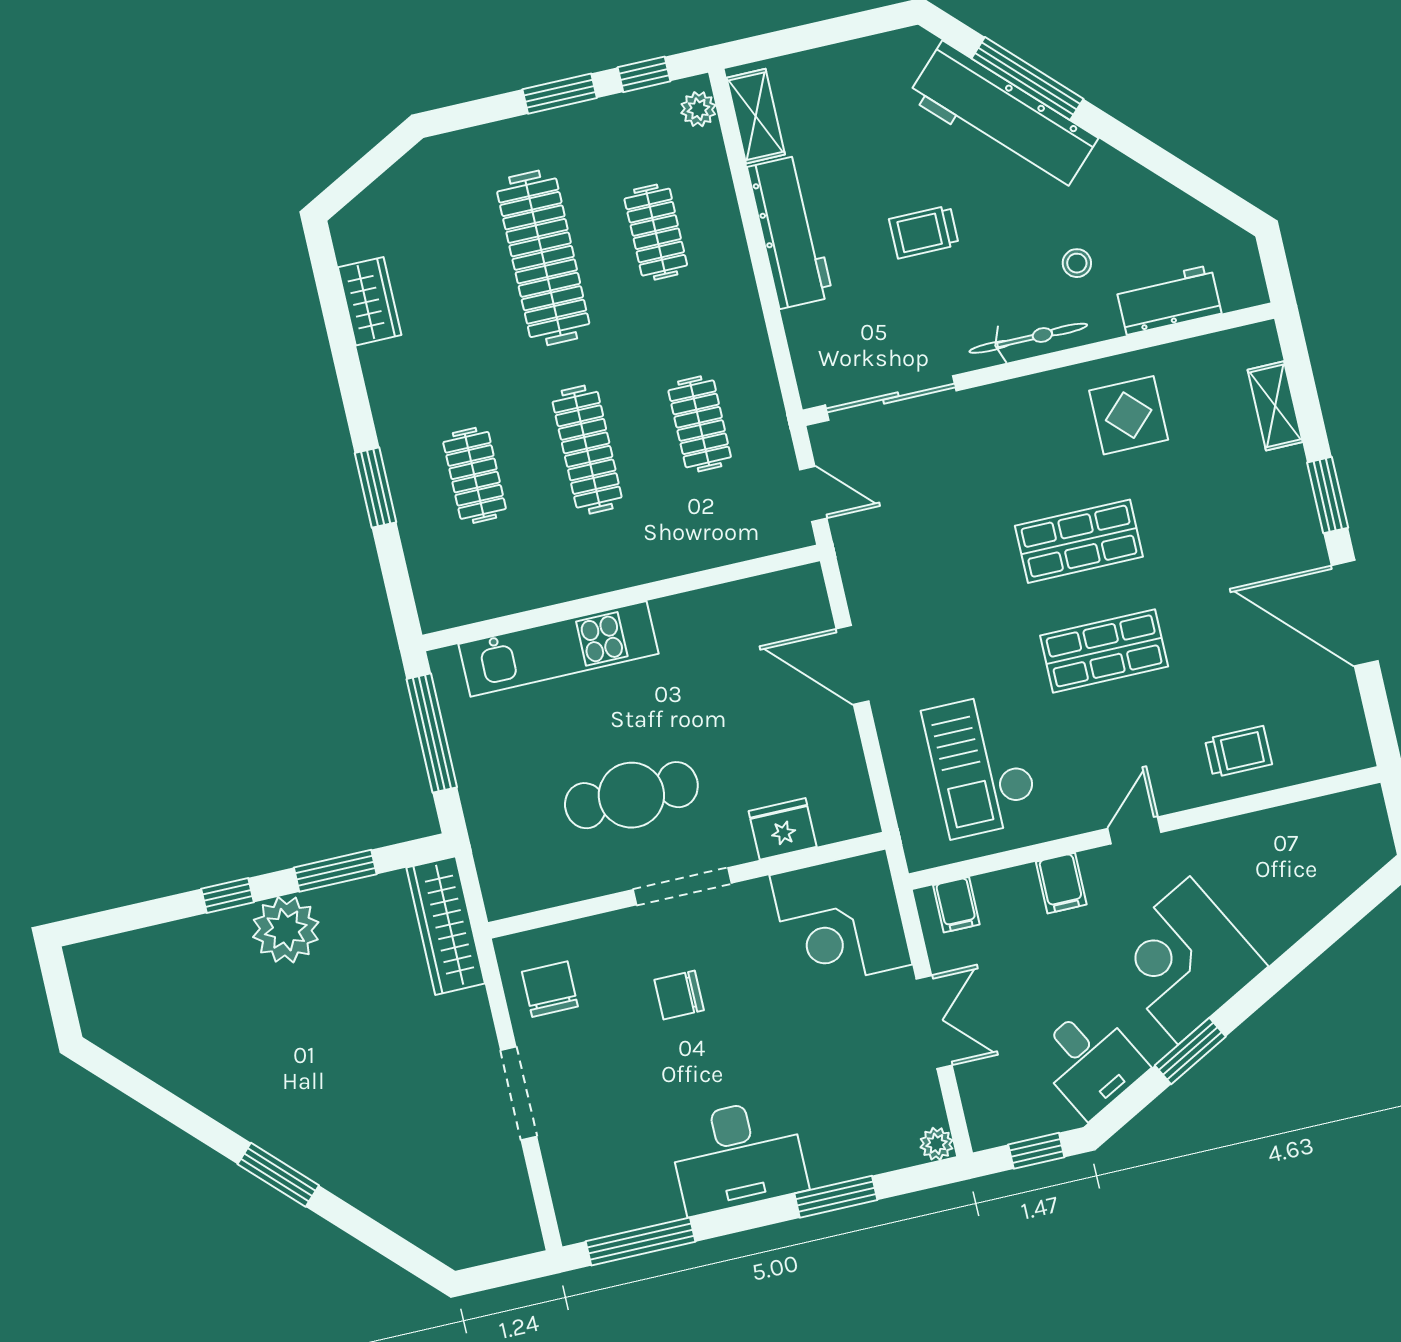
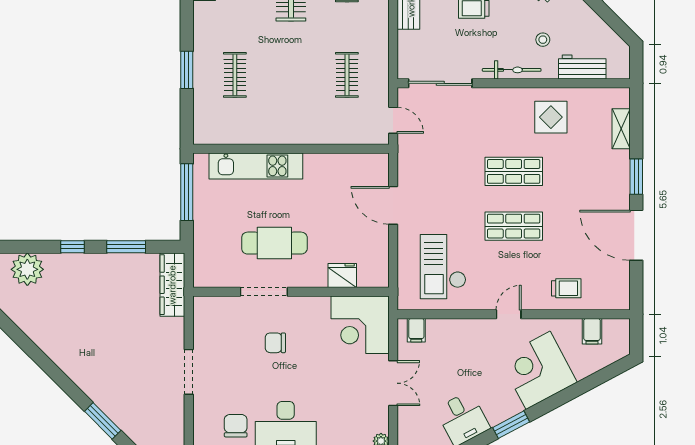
clothes rail: (587, 450) -> (291, 75), removed
filing cabinet: (1061, 883) -> (592, 331), moved
doorway: (682, 886) -> (264, 292), moved
plant: (286, 930) -> (27, 269), moved
corner desk: (1184, 960) -> (538, 370), moved
chair: (550, 989) -> (236, 426), moved
window: (278, 1175) -> (103, 421), moved

